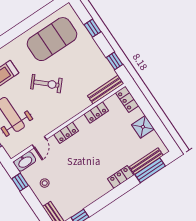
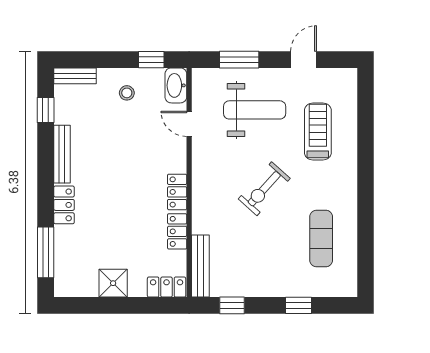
exercise mat: (52, 39) -> (321, 238), width x0.50, depth x0.69
locker: (66, 133) -> (177, 192), moved
bench: (146, 161) -> (62, 154), moved

